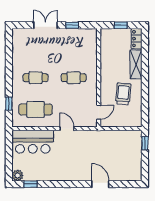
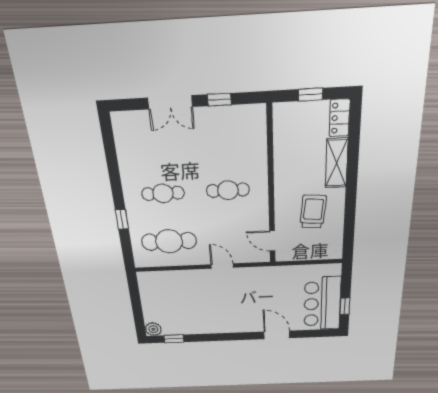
double door: (46, 25) -> (170, 102), swing flipped
window: (9, 104) -> (122, 219), moved
door: (99, 112) -> (272, 241), swing flipped
bar counter: (33, 142) -> (322, 304), moved, turned 90
window: (145, 143) -> (345, 306), moved

